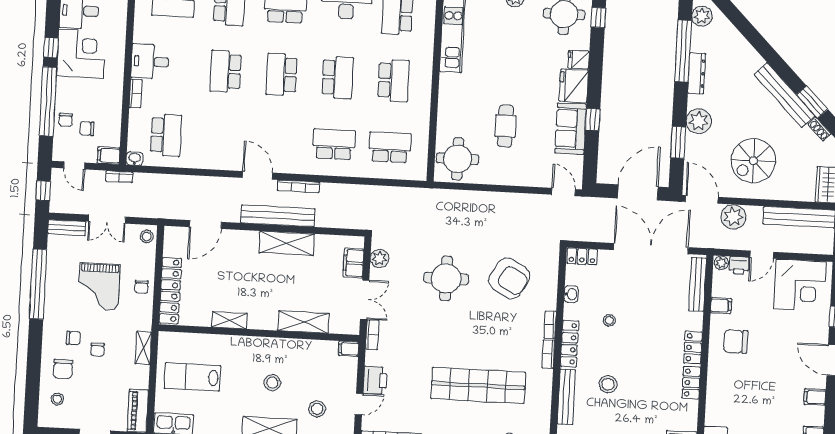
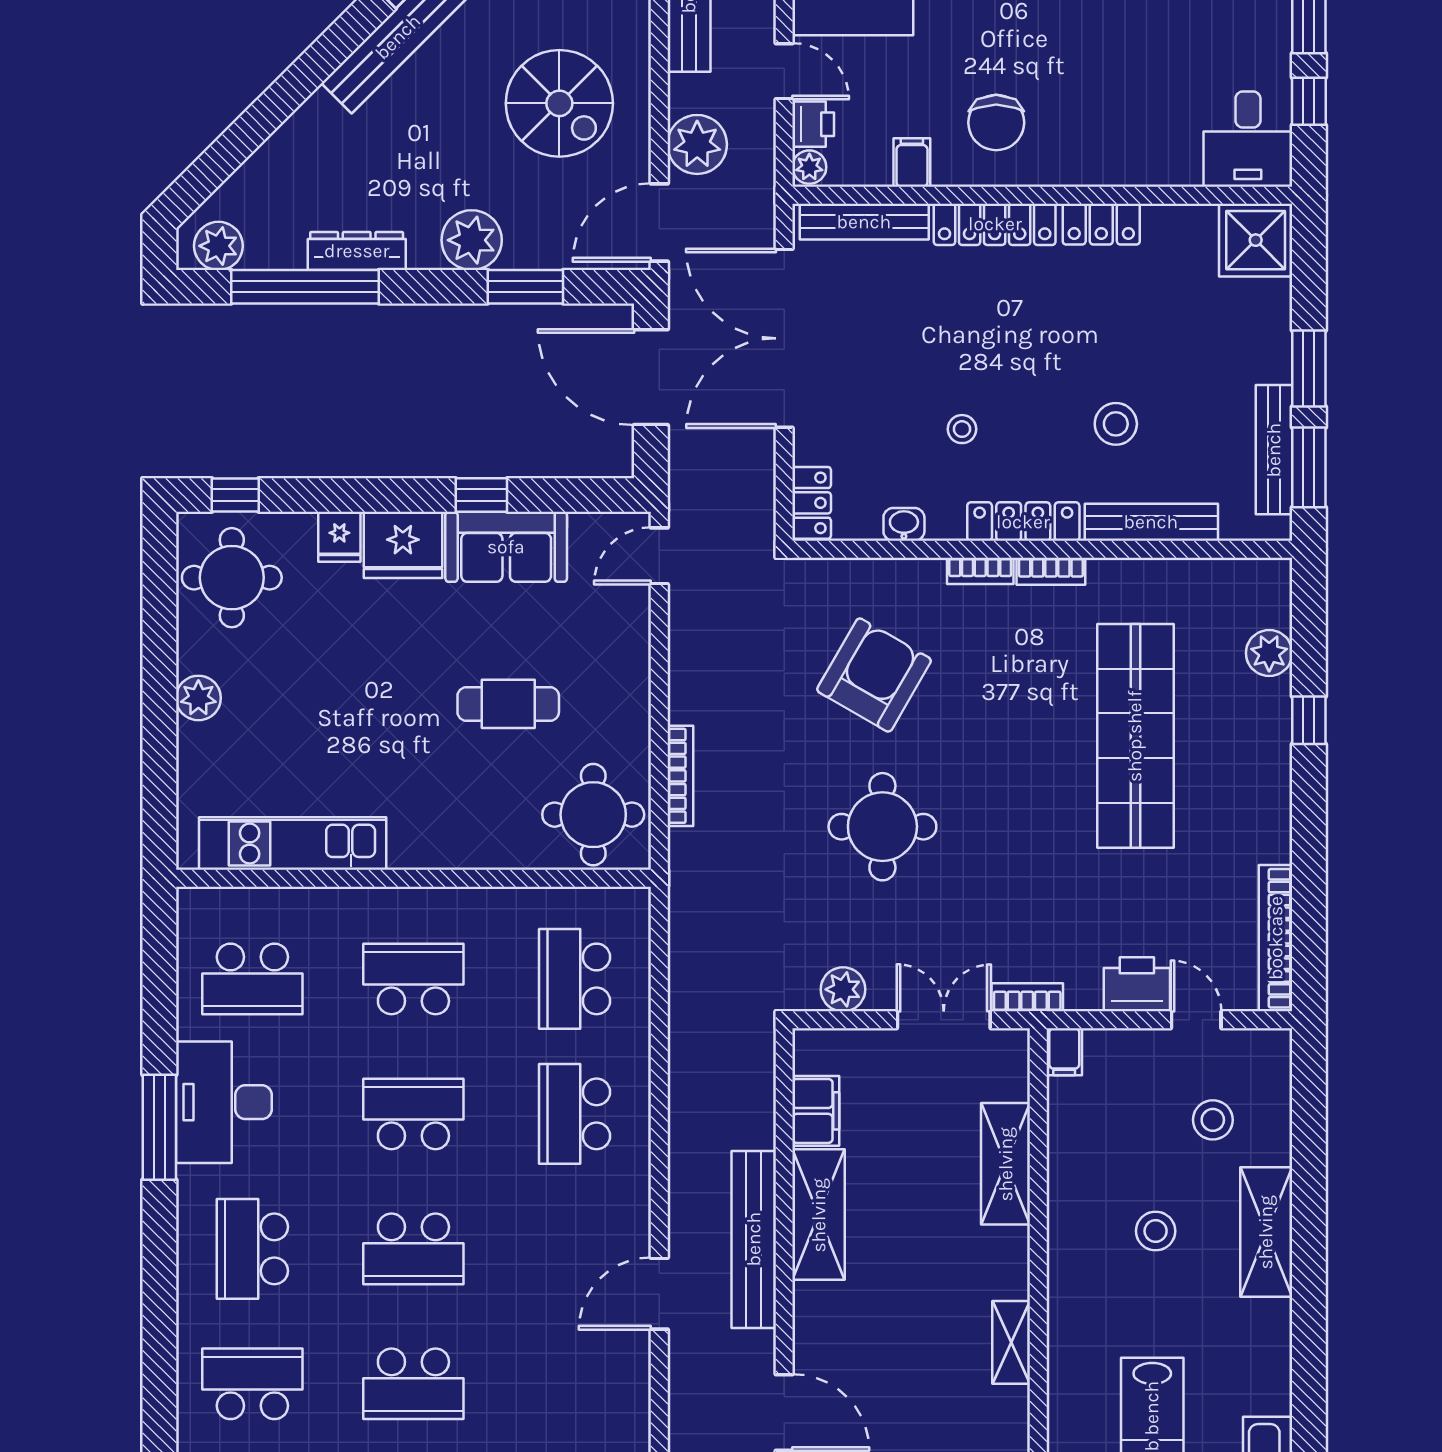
bookcase: (298, 186) -> (680, 776), moved
filing cabinet: (354, 263) -> (816, 1111), moved, turned -90
locker: (693, 347) -> (995, 224), width x1.53

